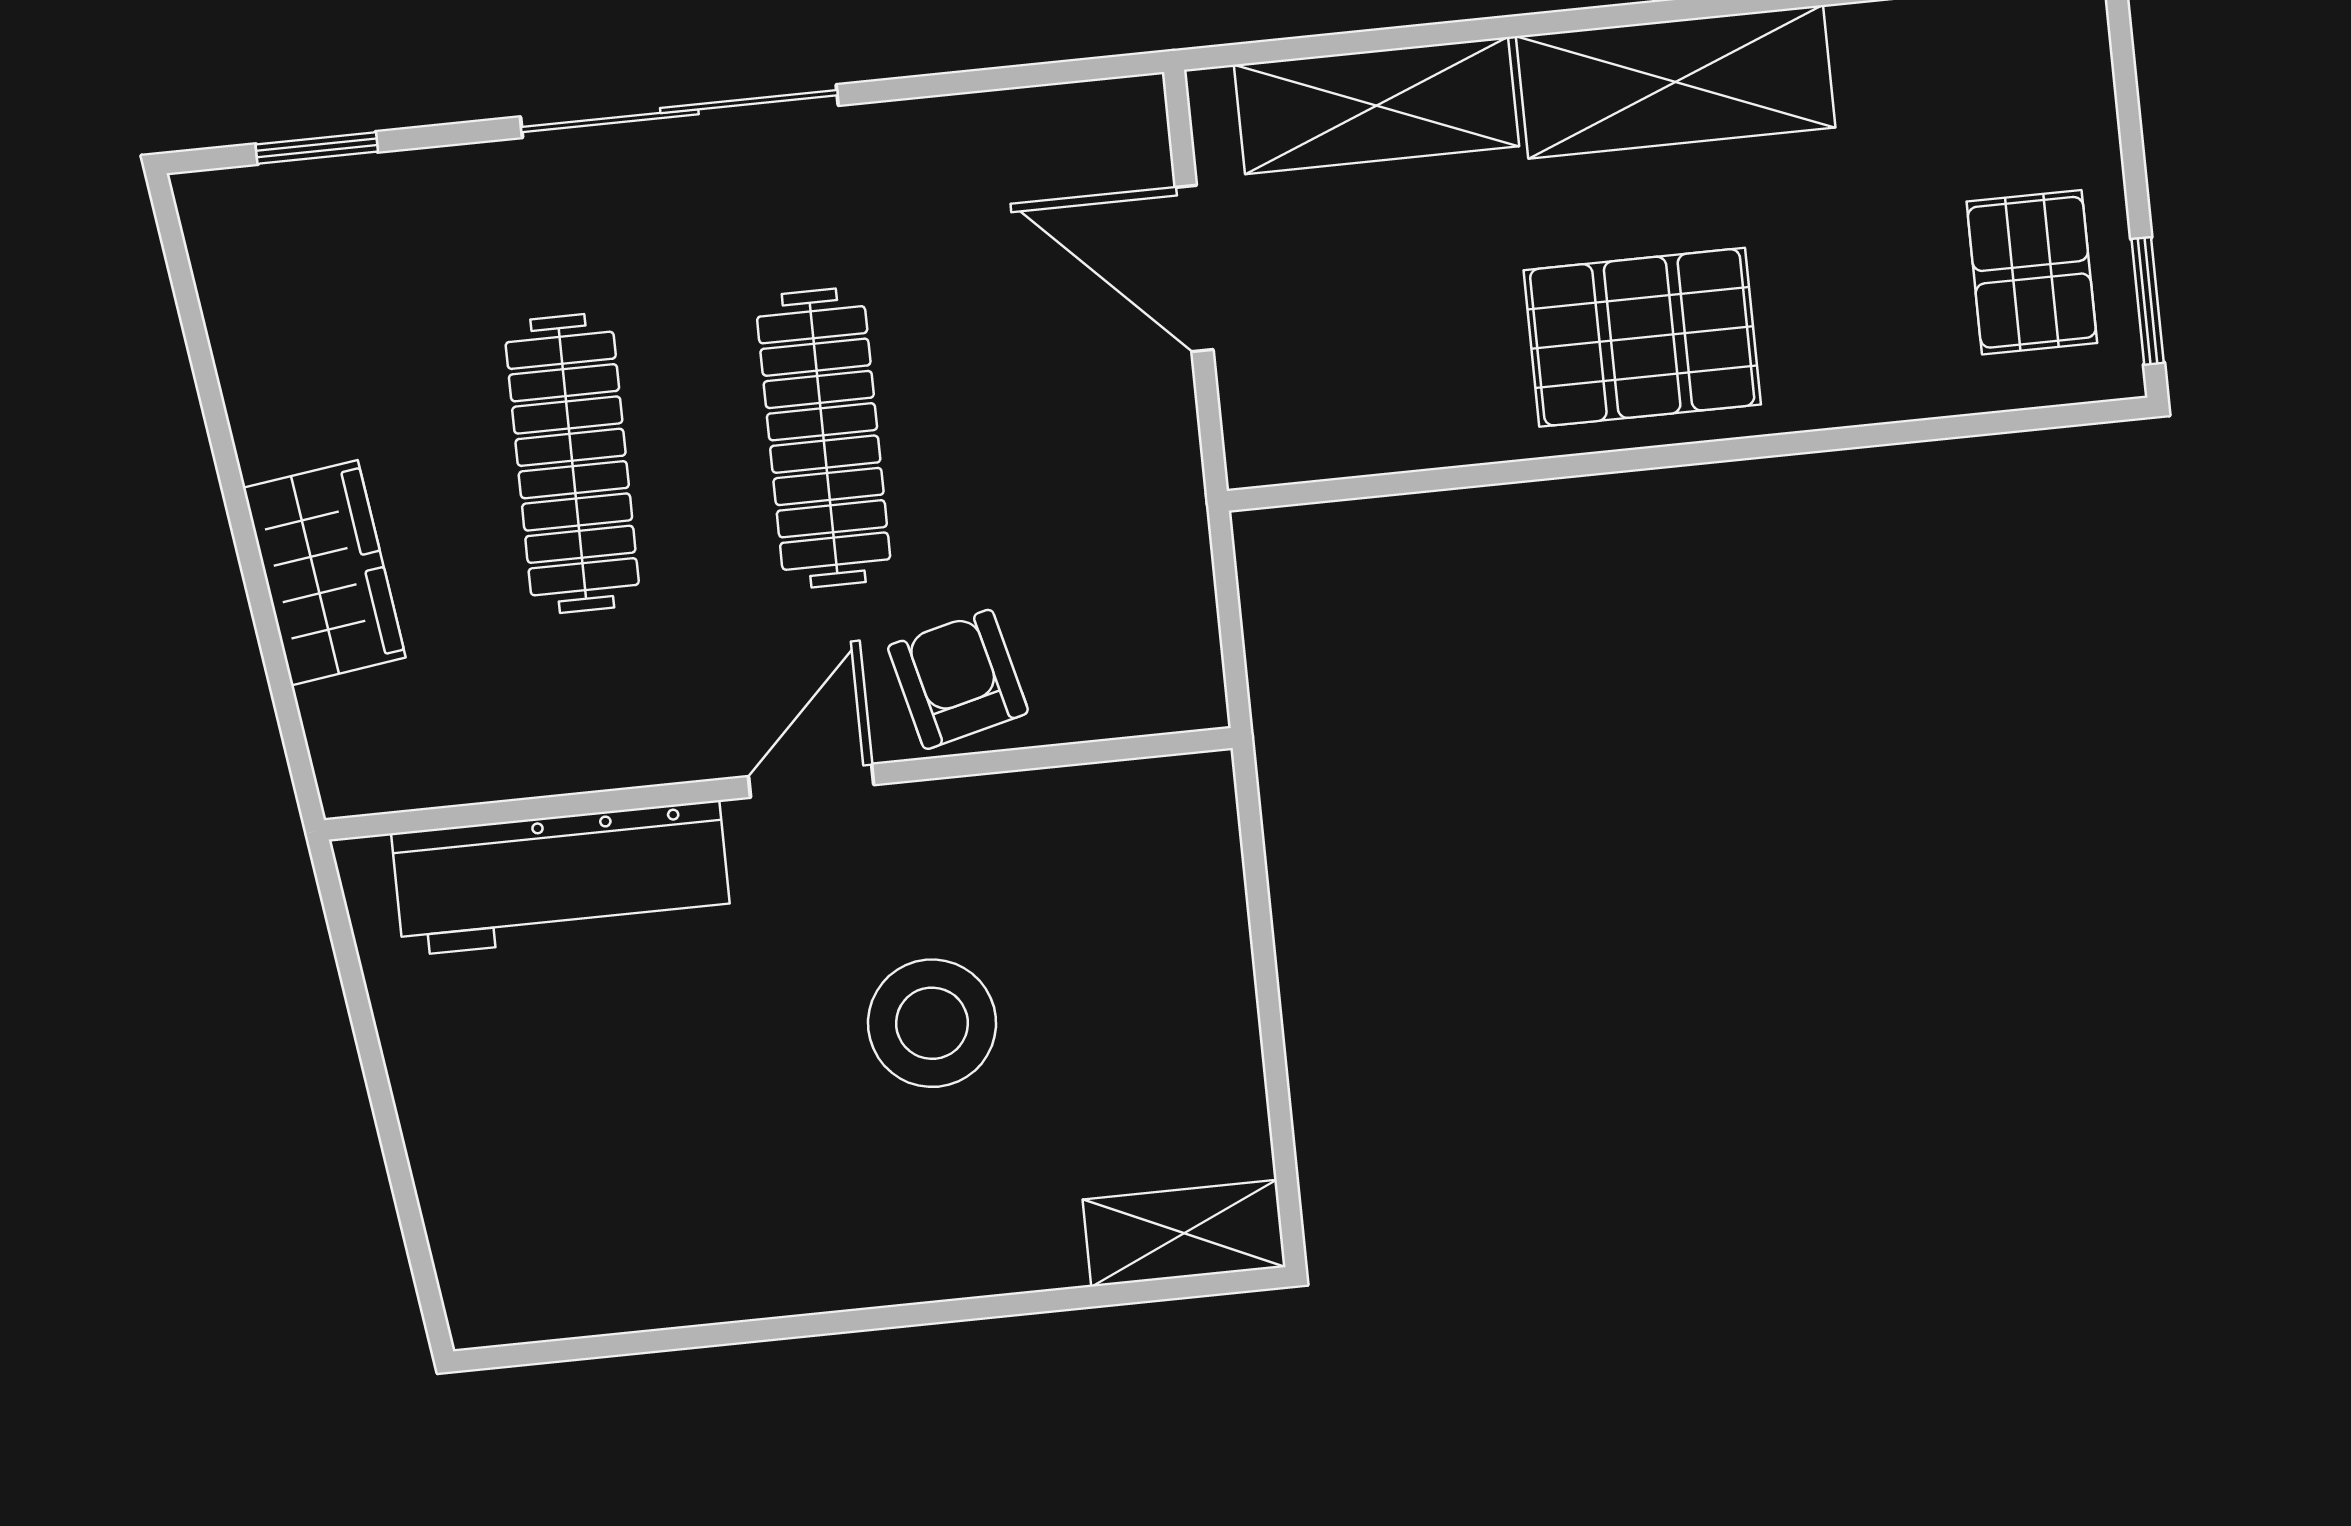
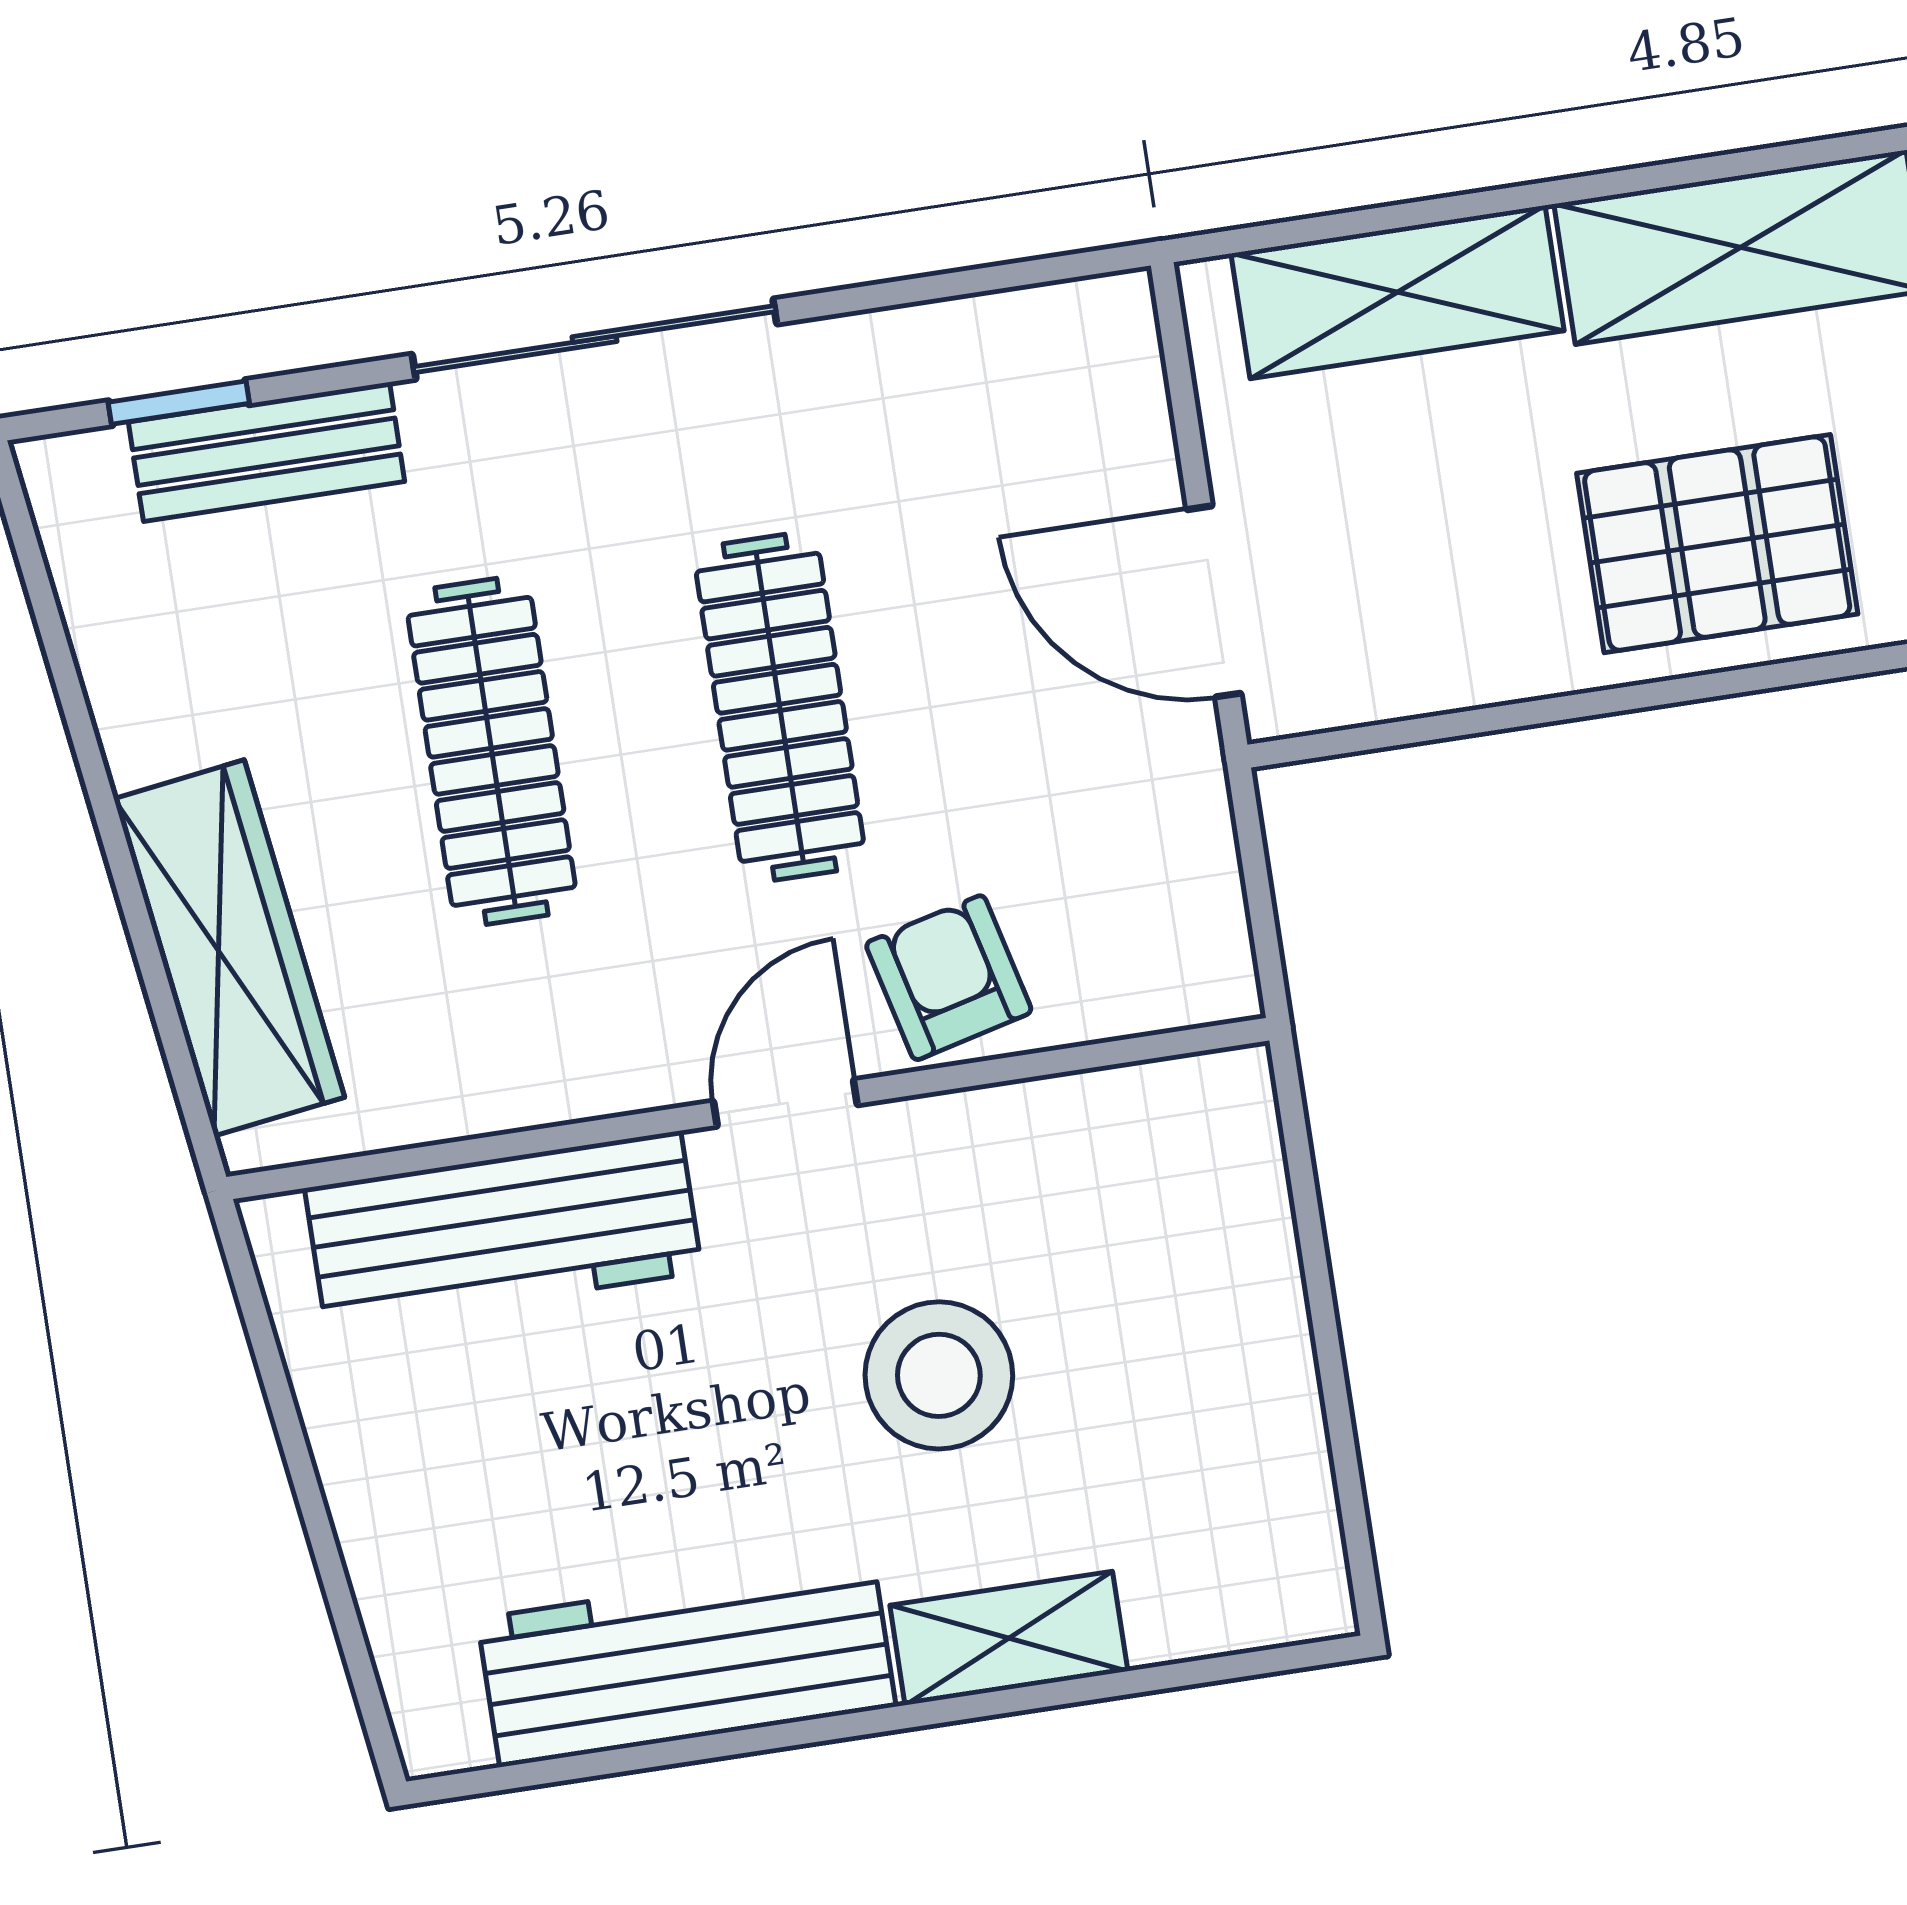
bench: (390, 194) -> (266, 452), added
door: (1194, 268) -> (1214, 601), moved
wardrobe: (324, 573) -> (229, 948), width x1.50
shelving: (1184, 1233) -> (1009, 1638), moved
workbench: (701, 1261) -> (687, 1663), added

